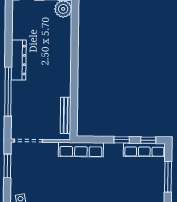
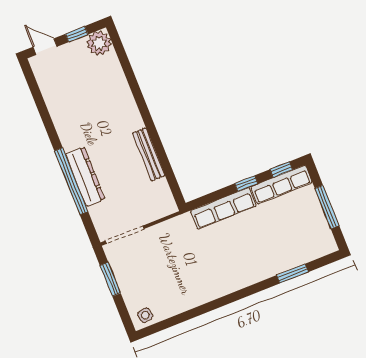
dresser: (19, 60) -> (85, 177), moved
bench: (66, 115) -> (149, 154), moved
row of seats: (81, 150) -> (223, 208), moved

